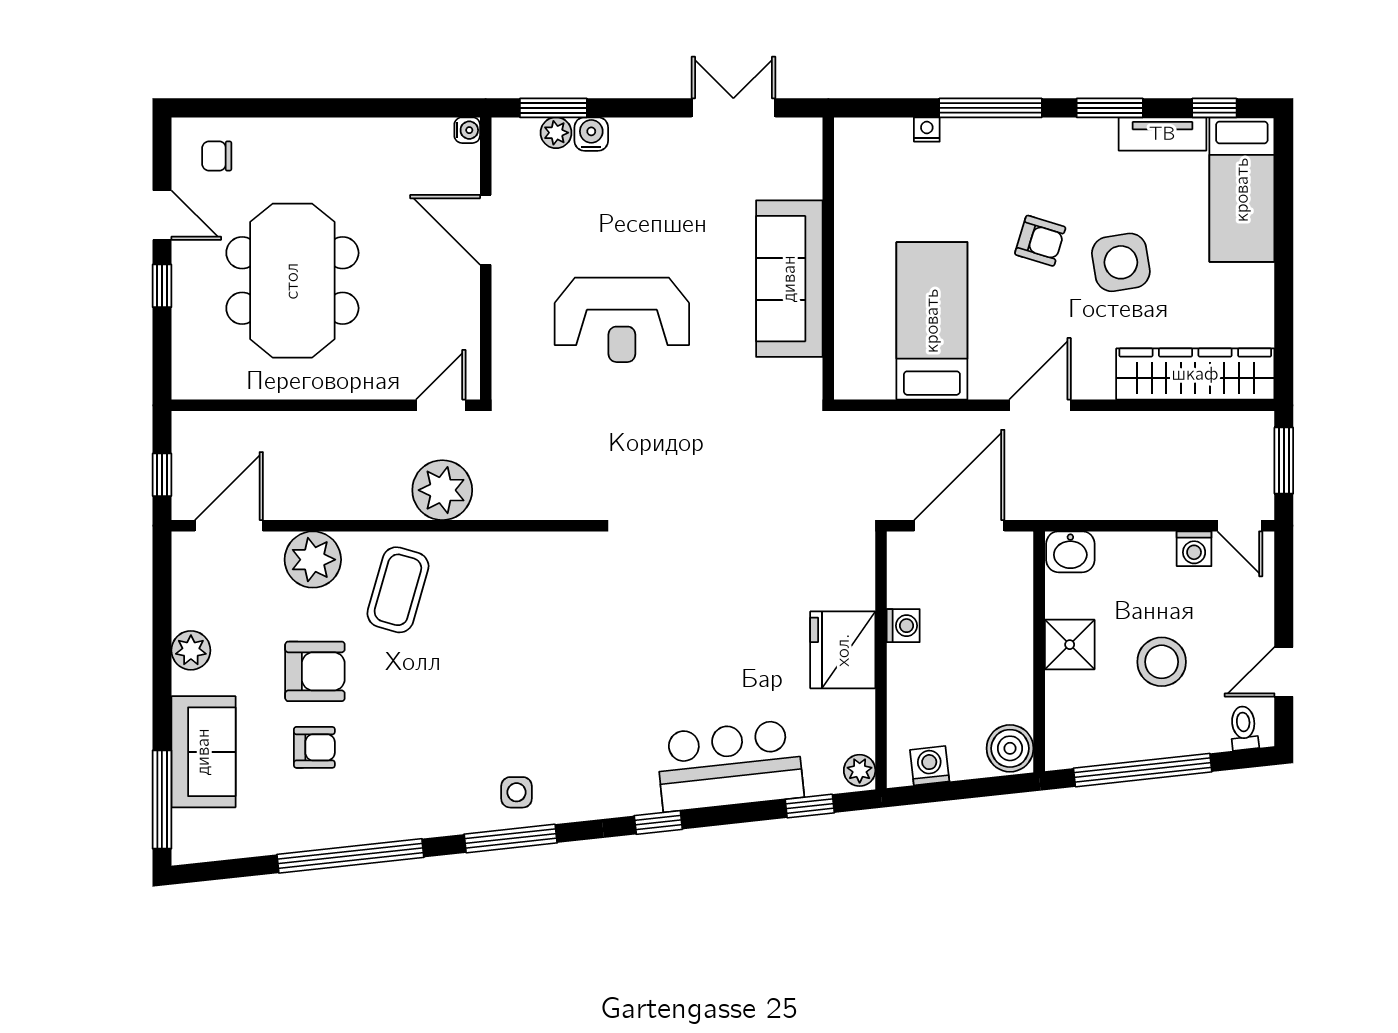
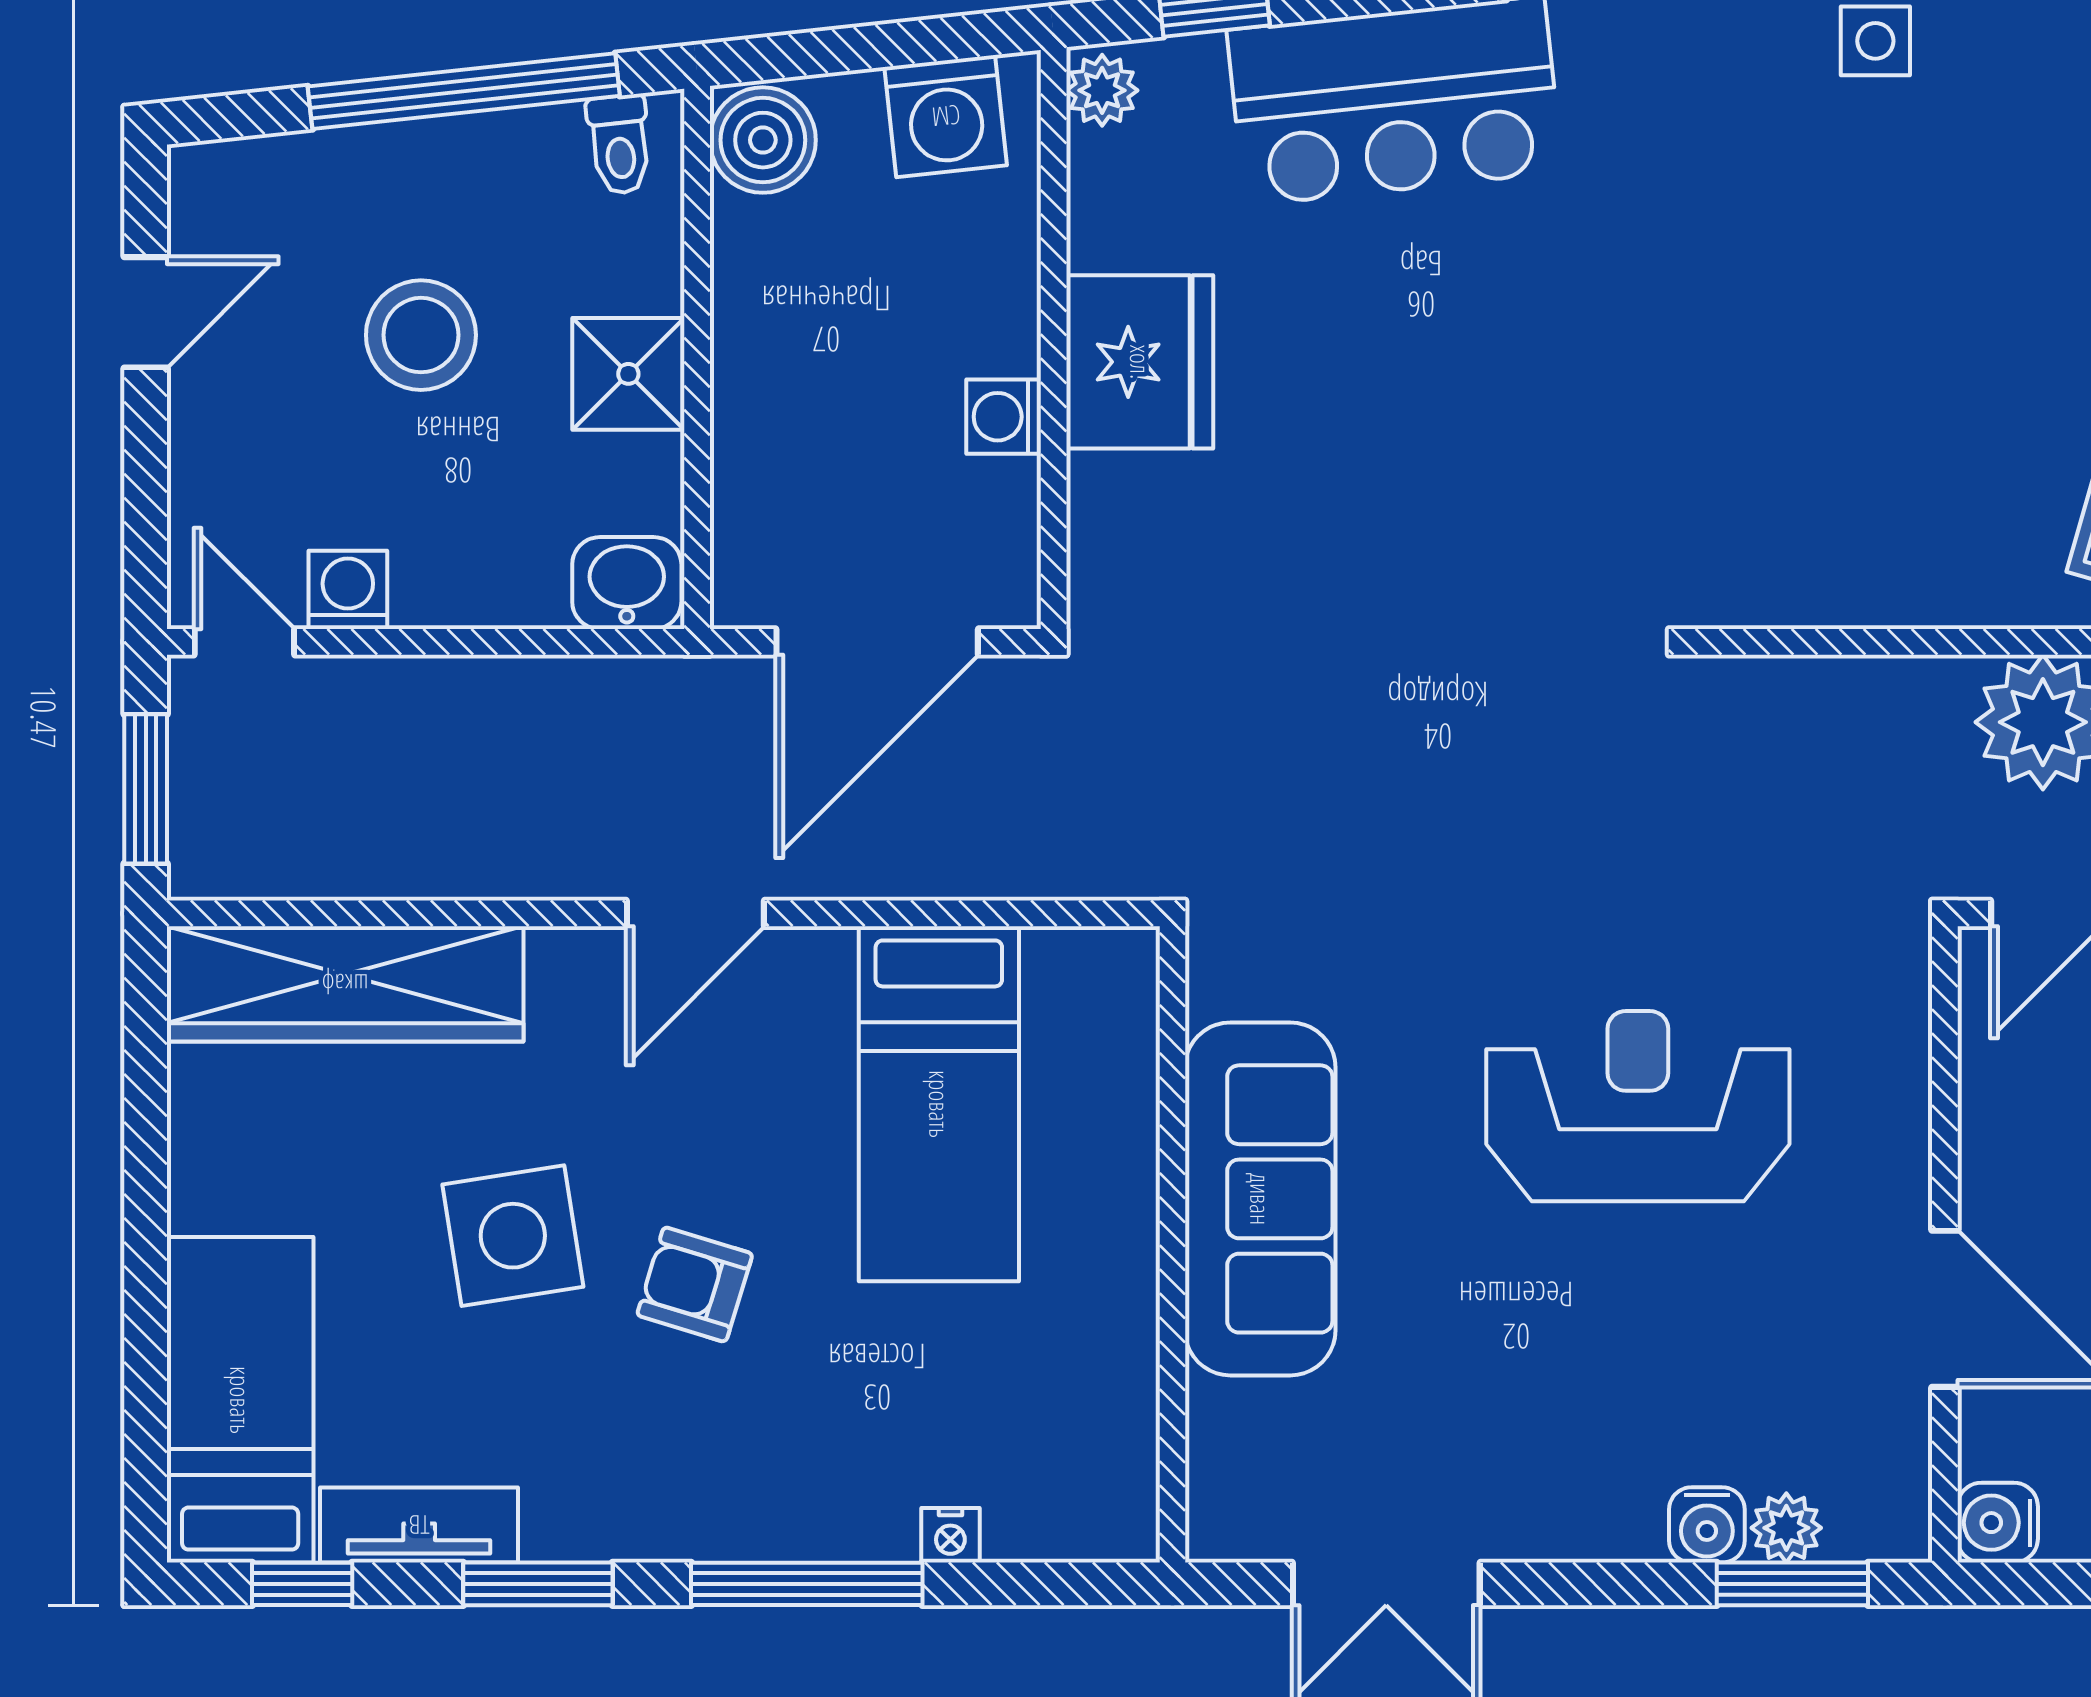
water cooler: (467, 130) -> (1998, 1523), width x1.38, depth x1.38
toilet: (1244, 728) -> (619, 144), moved
washing machine: (930, 766) -> (946, 116), width x1.38, depth x1.38

